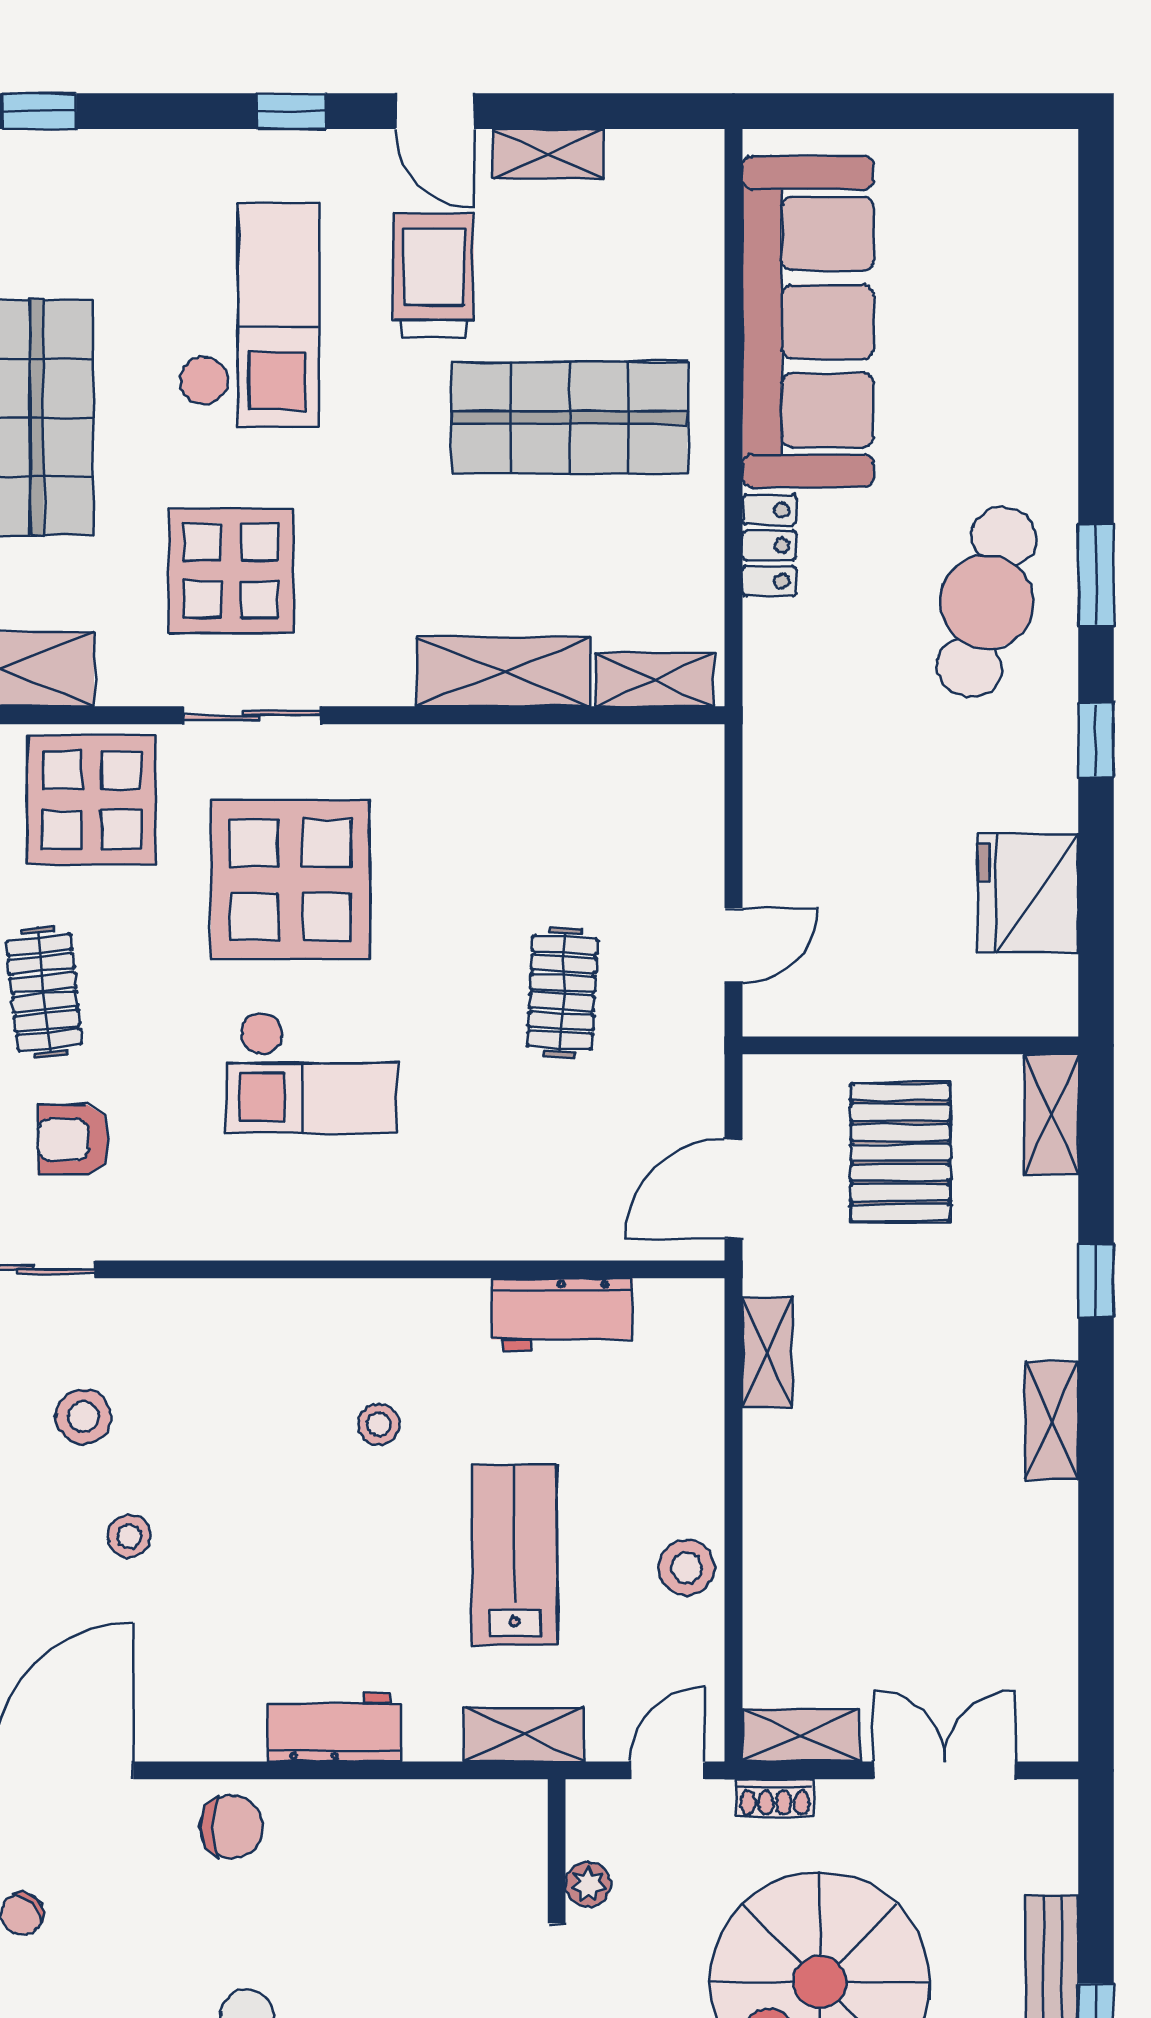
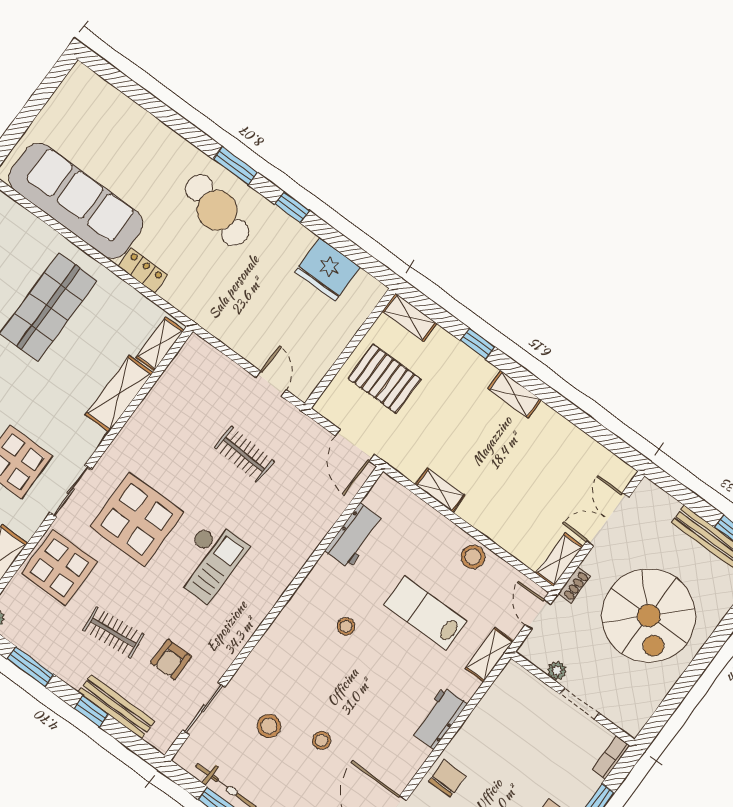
shelving: (767, 1352) -> (440, 490), moved

